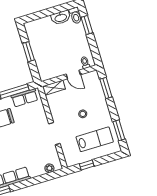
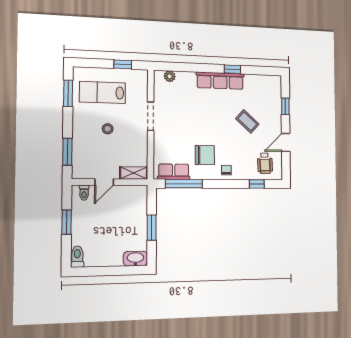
washbasin: (61, 18) -> (135, 259), moved
window: (87, 25) -> (67, 222), moved
door: (73, 74) -> (104, 182), swing flipped

